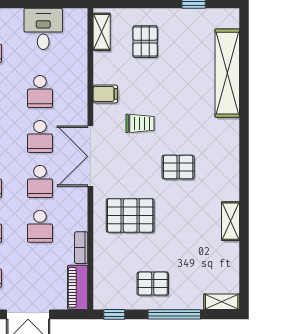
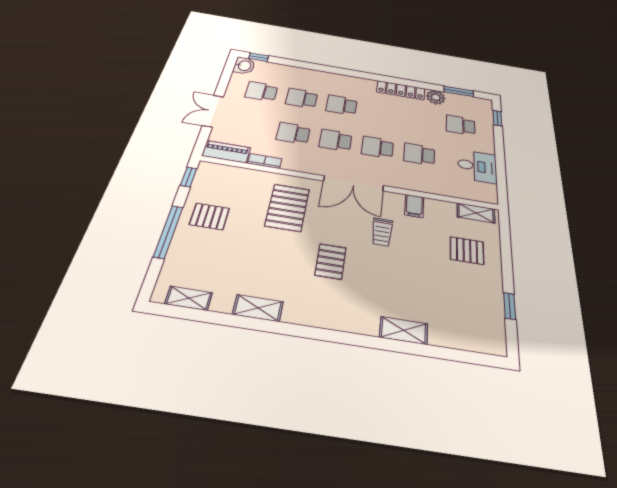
shelving: (227, 73) -> (404, 330), width x0.45, depth x0.75
double door: (90, 156) -> (354, 183), swing flipped
pallet: (153, 284) -> (209, 216), turned 90
shelving: (222, 302) -> (189, 298), moved, turned 90

